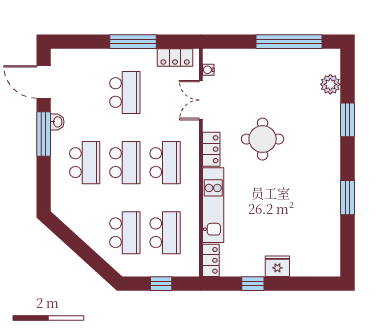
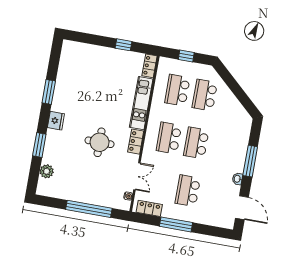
window: (289, 42) -> (89, 209), moved
window: (44, 134) -> (250, 161), moved
school desk: (85, 163) -> (224, 148), removed
fridge: (277, 266) -> (56, 121), moved, turned -90

